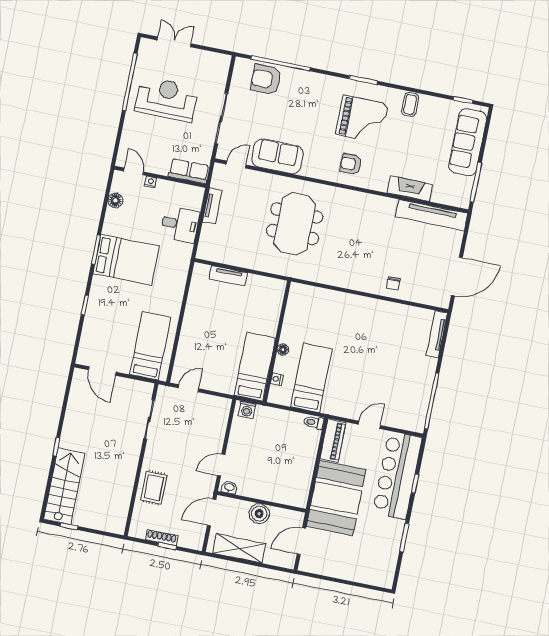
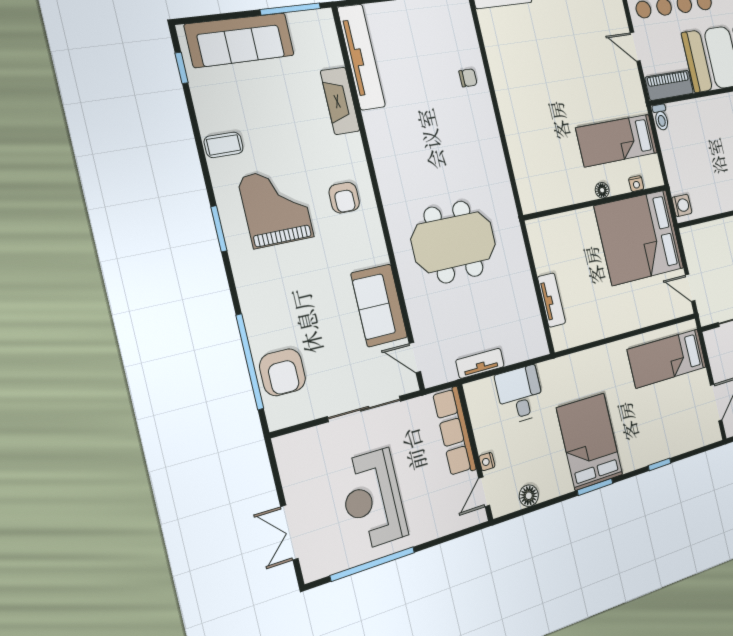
row of seats: (189, 171) -> (454, 431), width x1.48
bed: (255, 367) -> (639, 237), width x2.04

